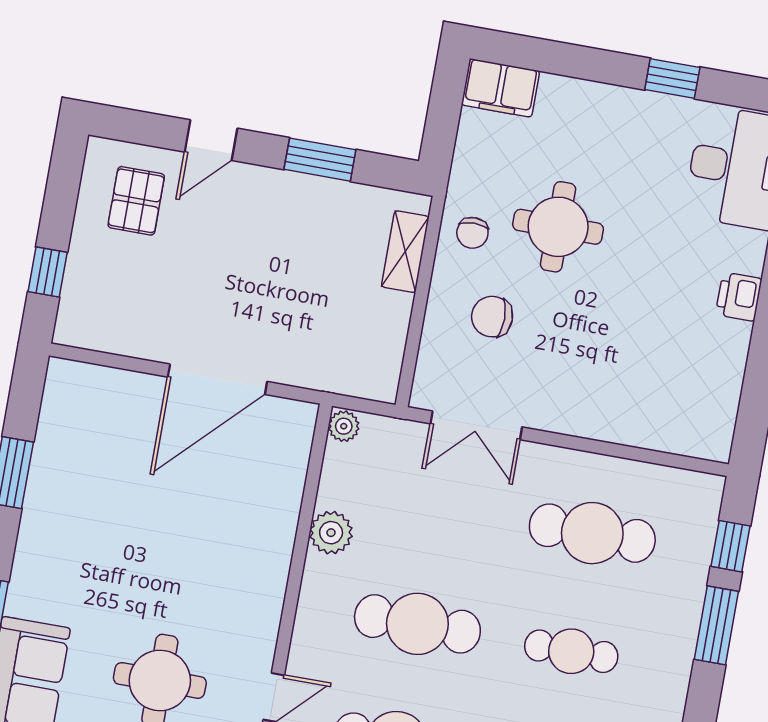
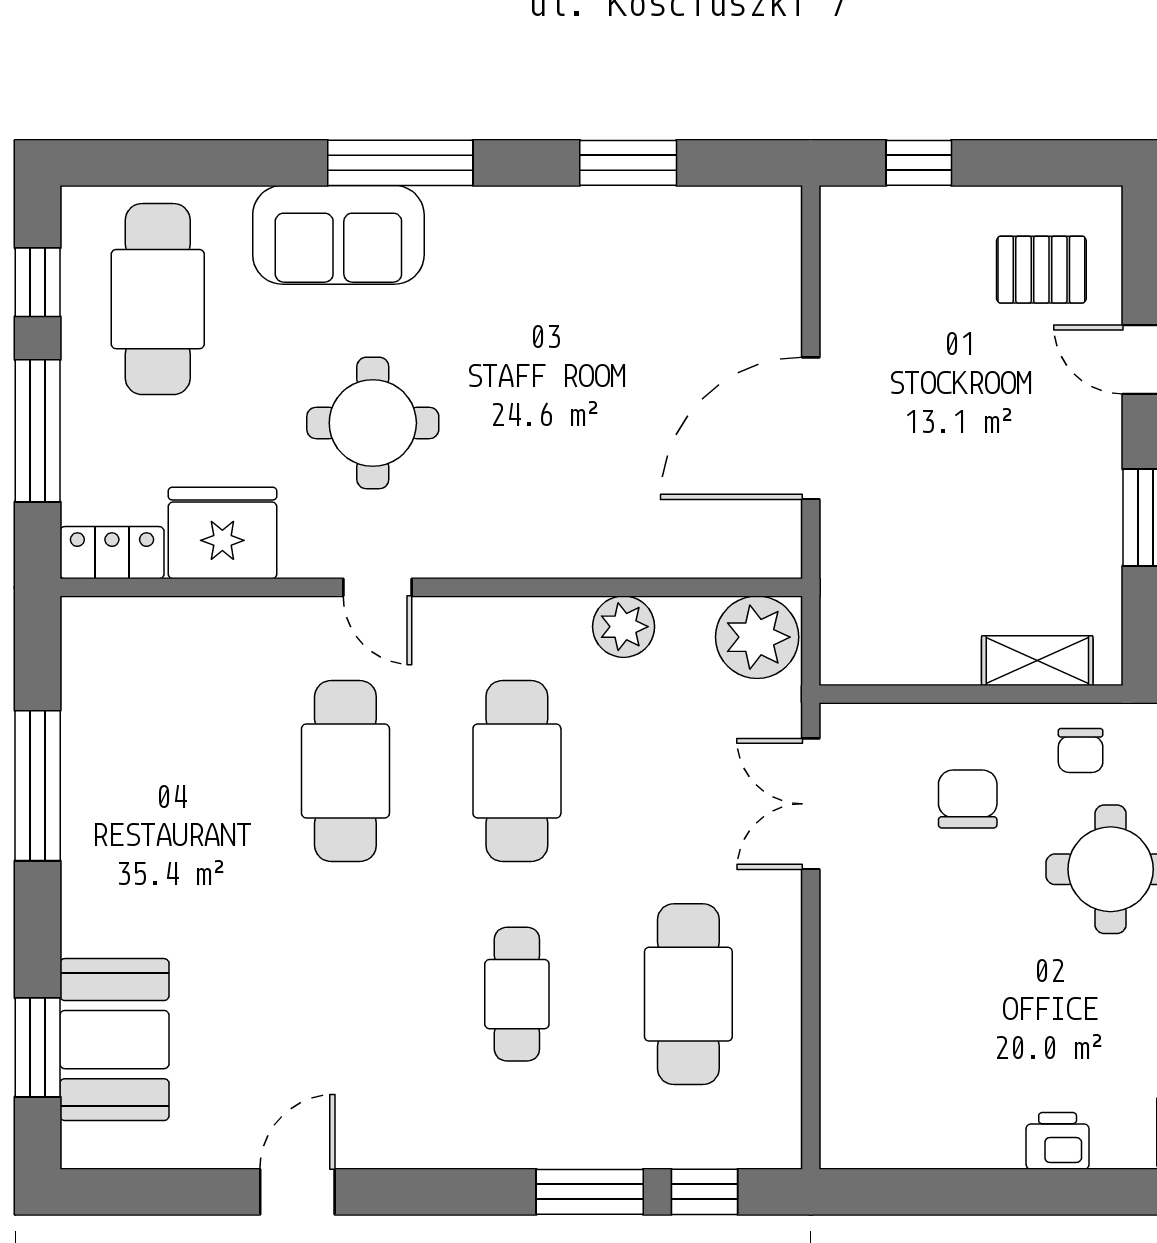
chair: (472, 233) -> (1081, 750), turned -90
door: (217, 379) -> (811, 428), hinge flipped
plant: (344, 426) -> (757, 637), width x1.88, depth x1.88

